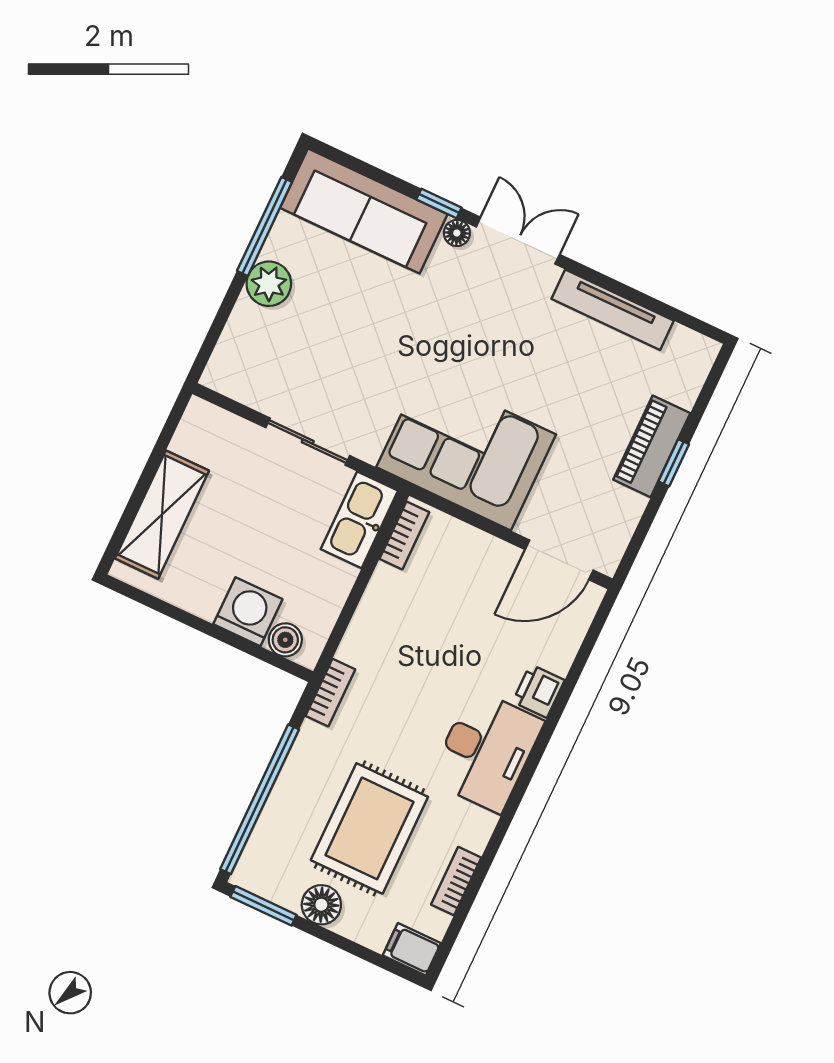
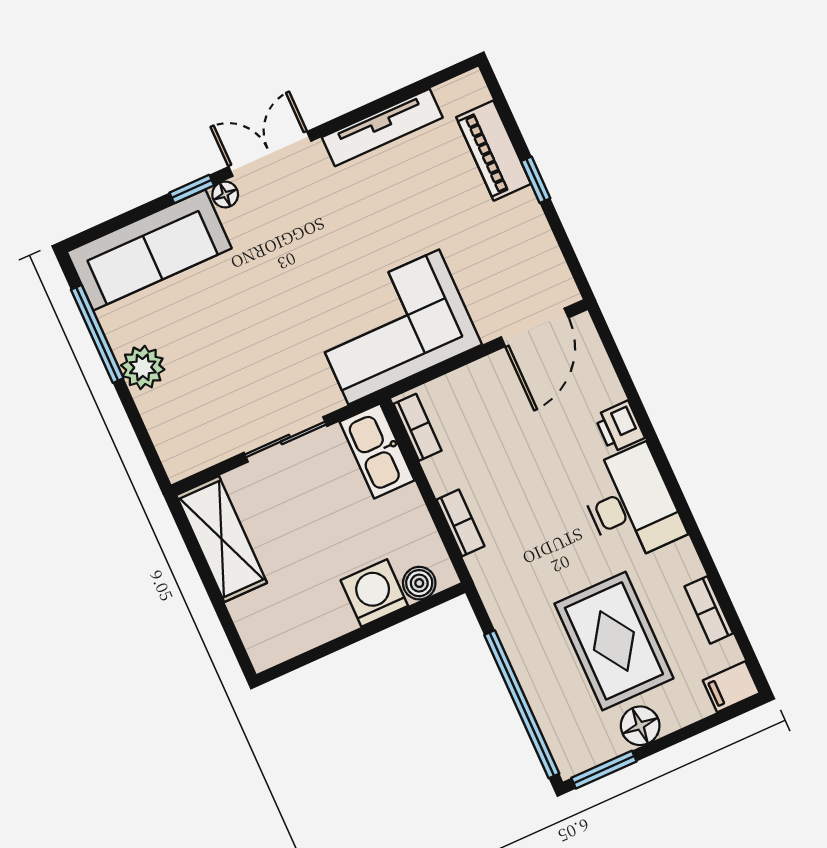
piano: (652, 446) -> (494, 151), moved
shelving: (162, 515) -> (222, 539), moved
bookcase: (330, 693) -> (460, 523), moved

